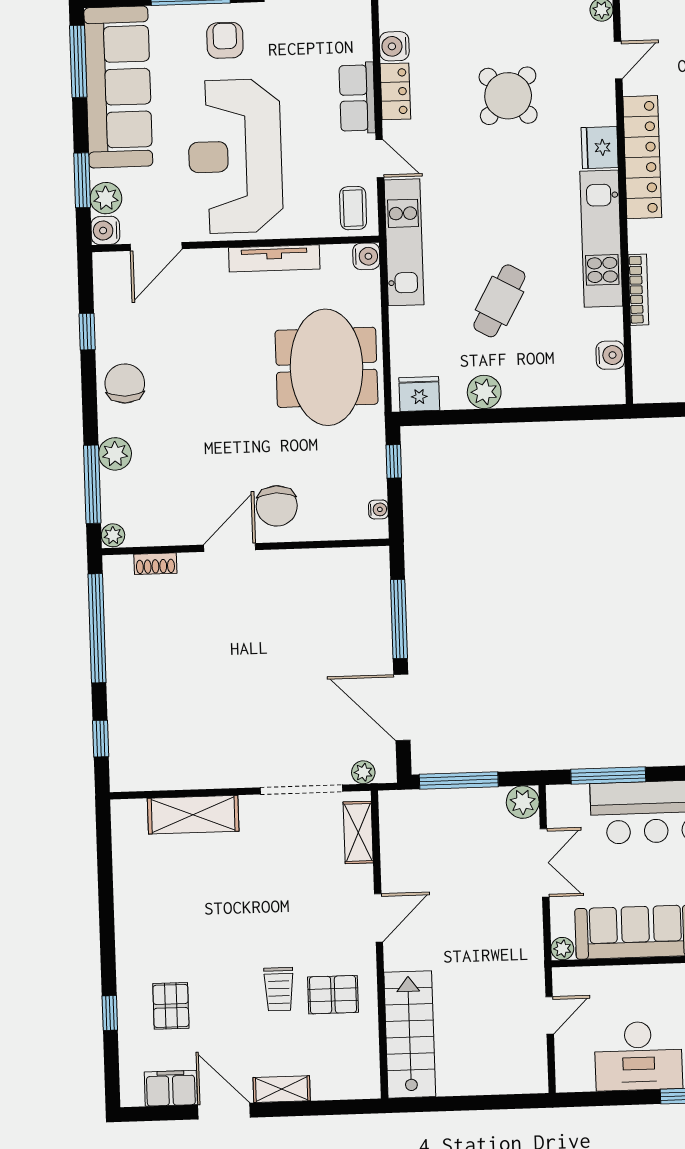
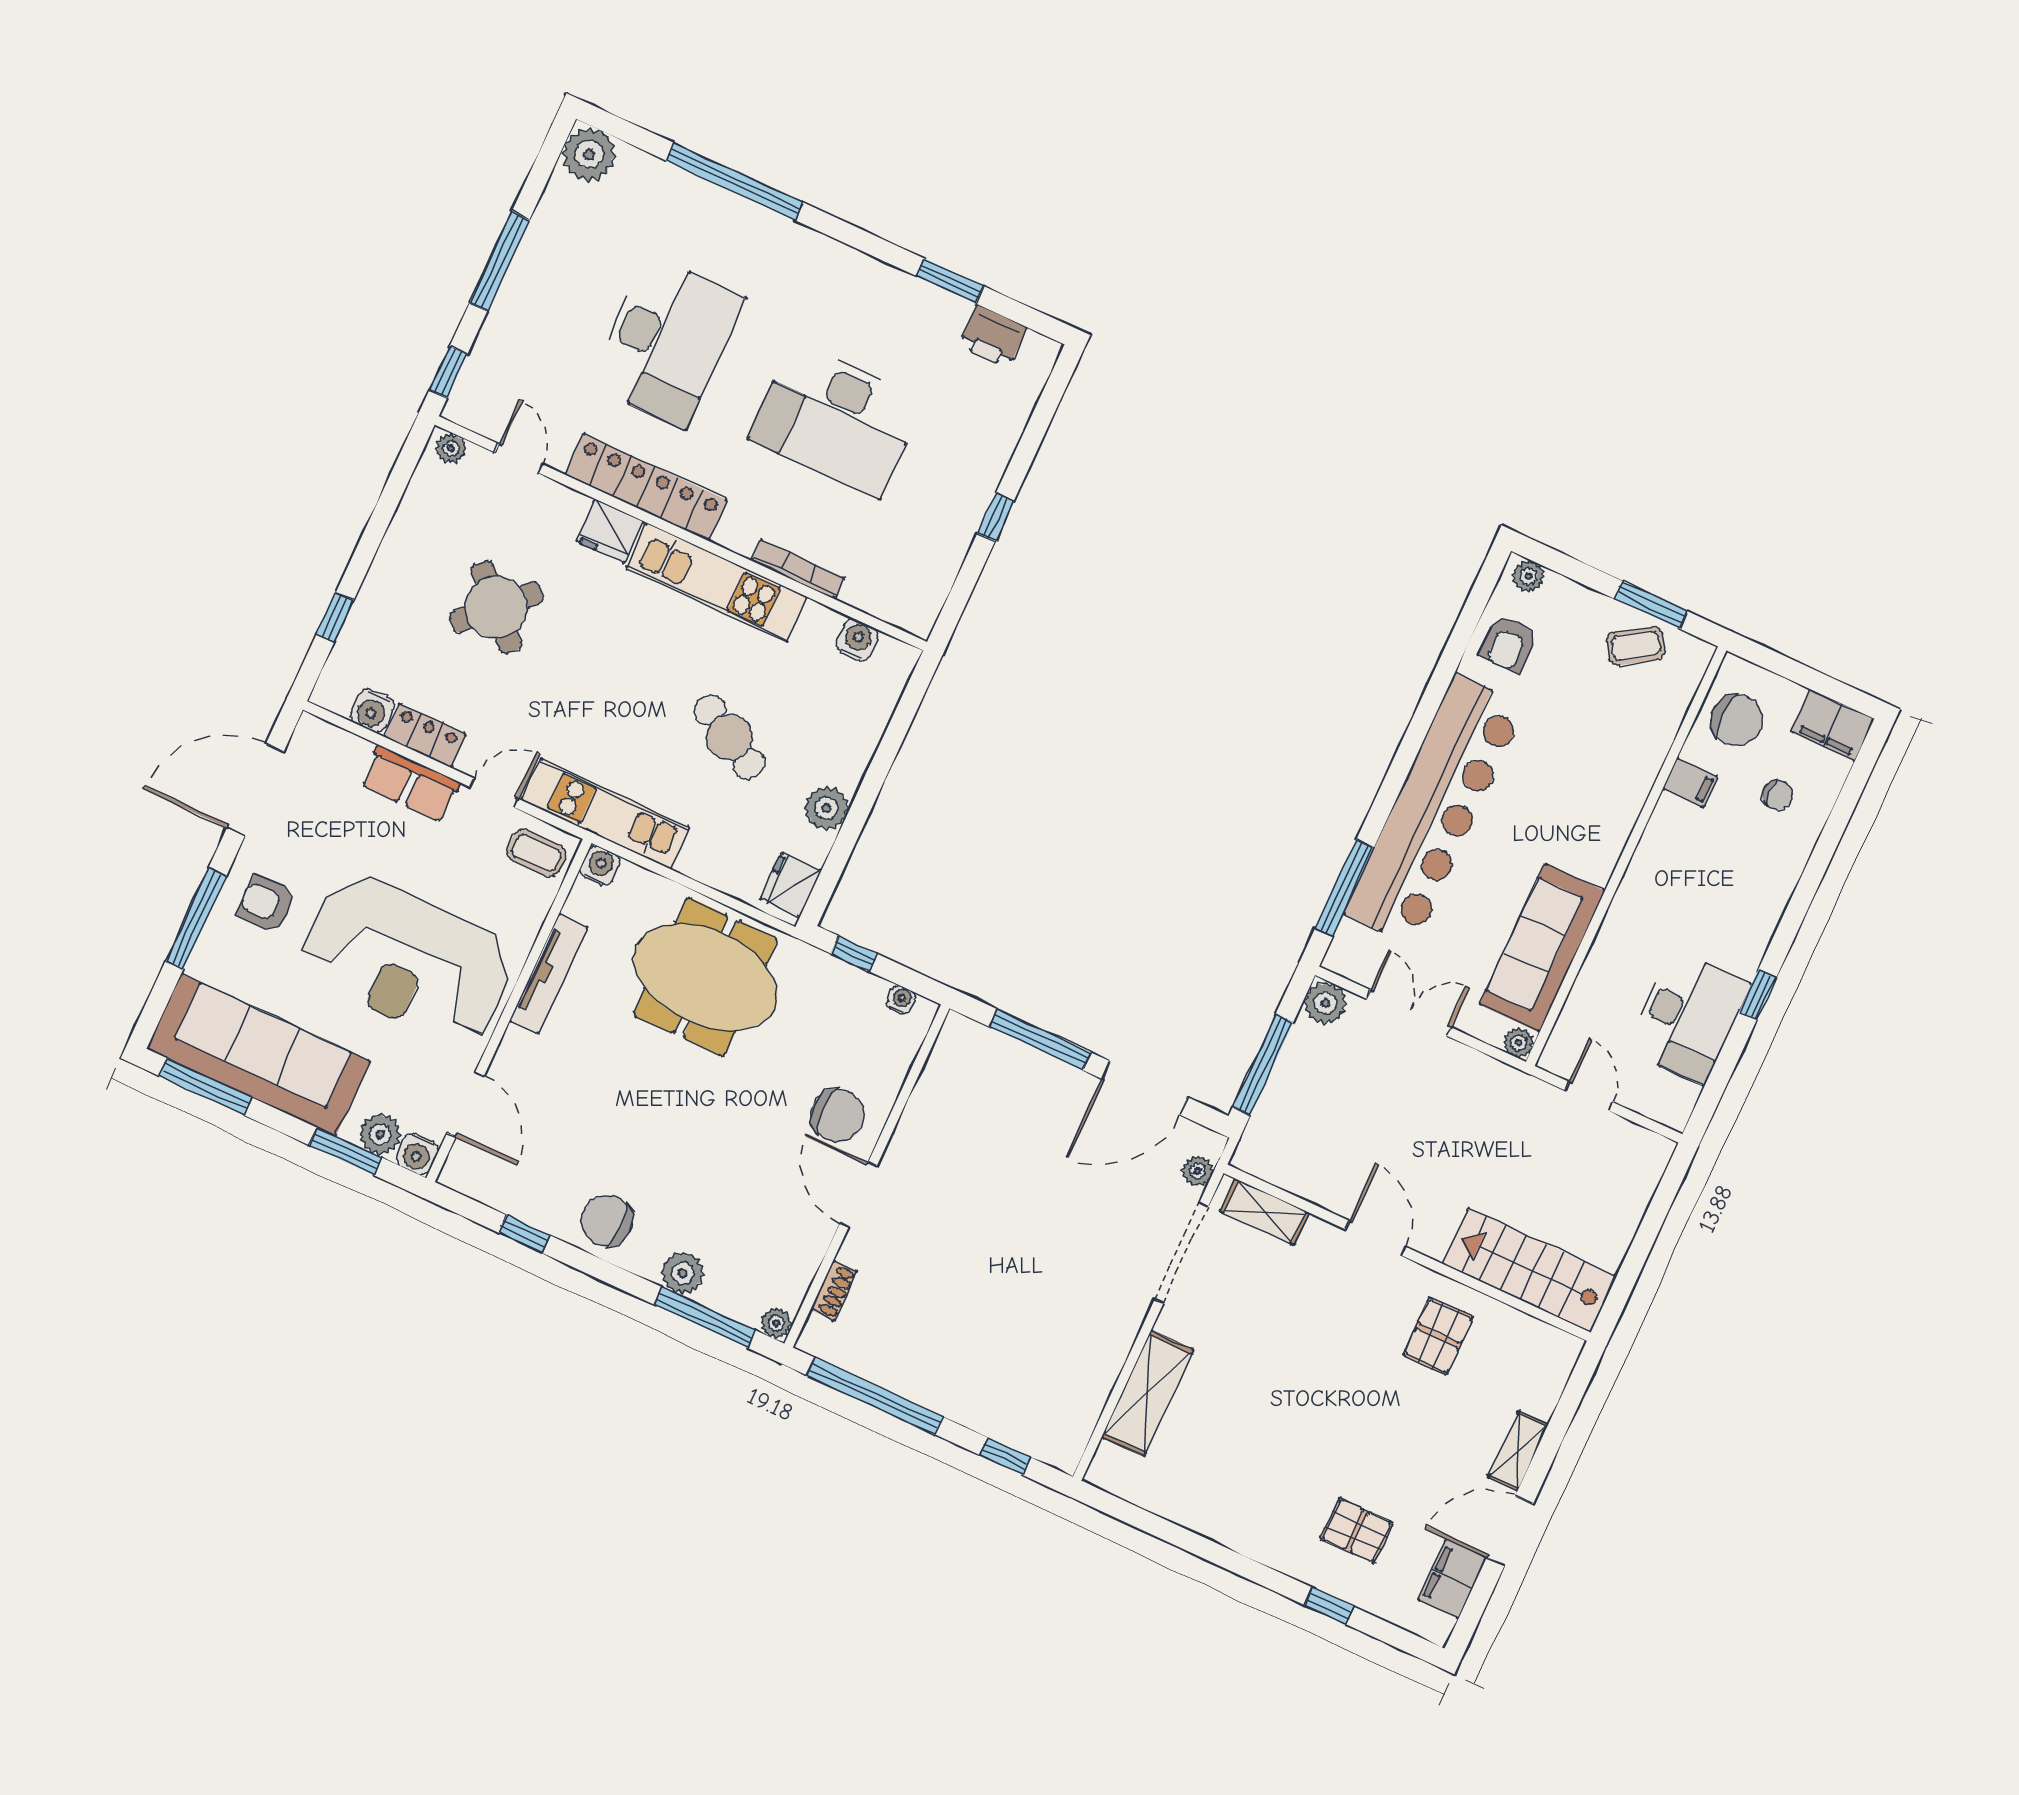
trolley: (279, 989) -> (1400, 1396), removed

